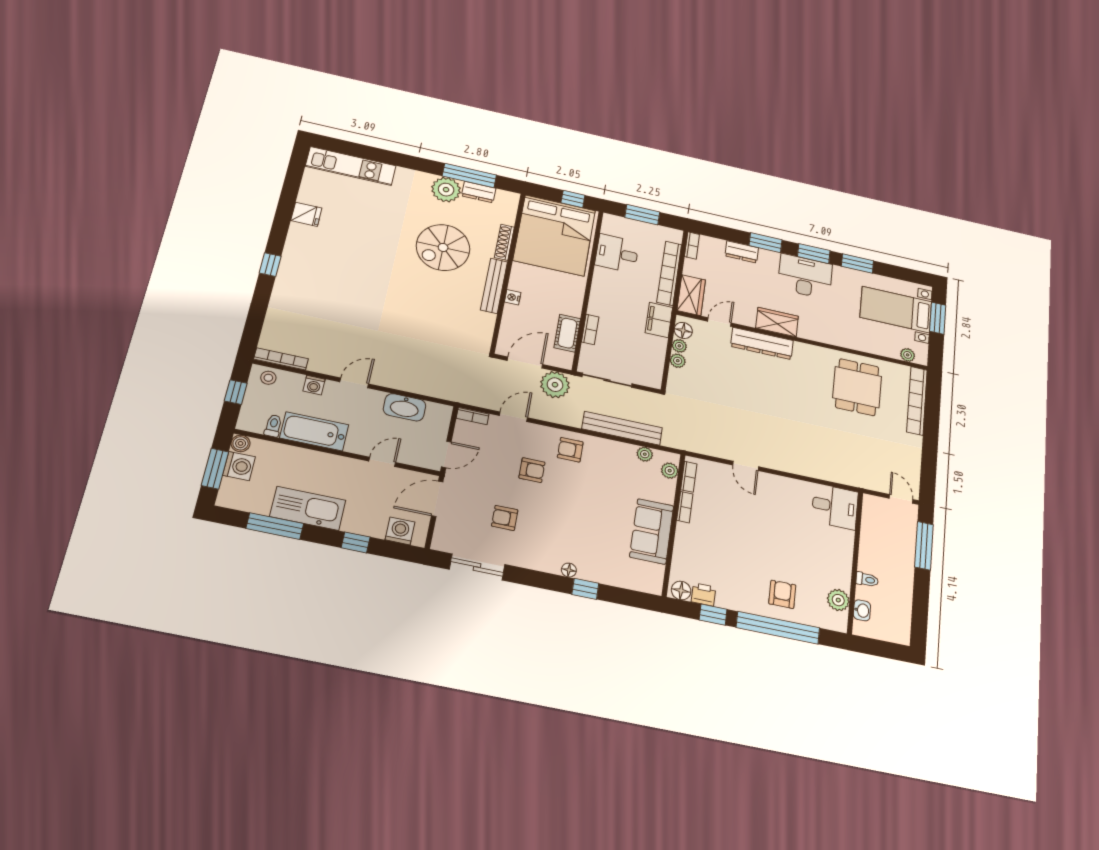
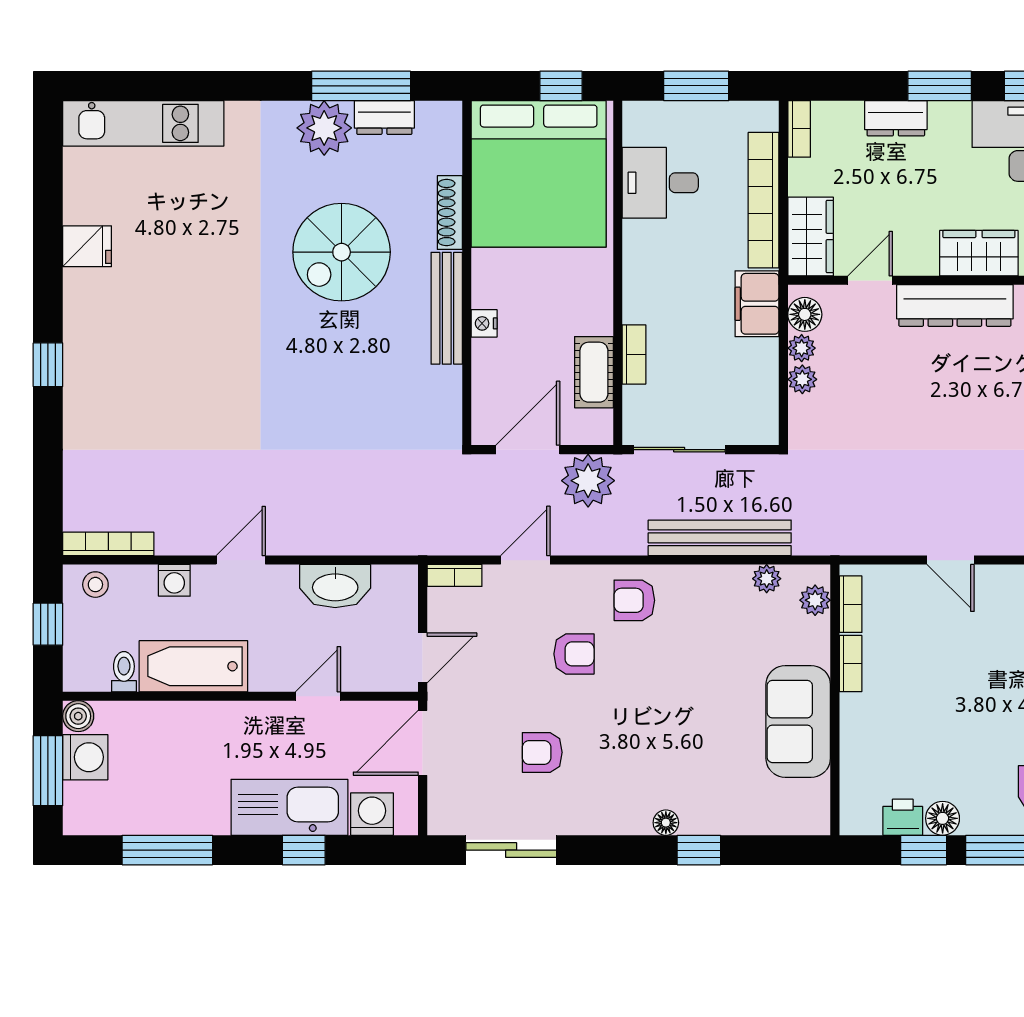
kitchen sink: (308, 508) -> (289, 807), moved
floor lamp: (681, 590) -> (943, 818), moved

